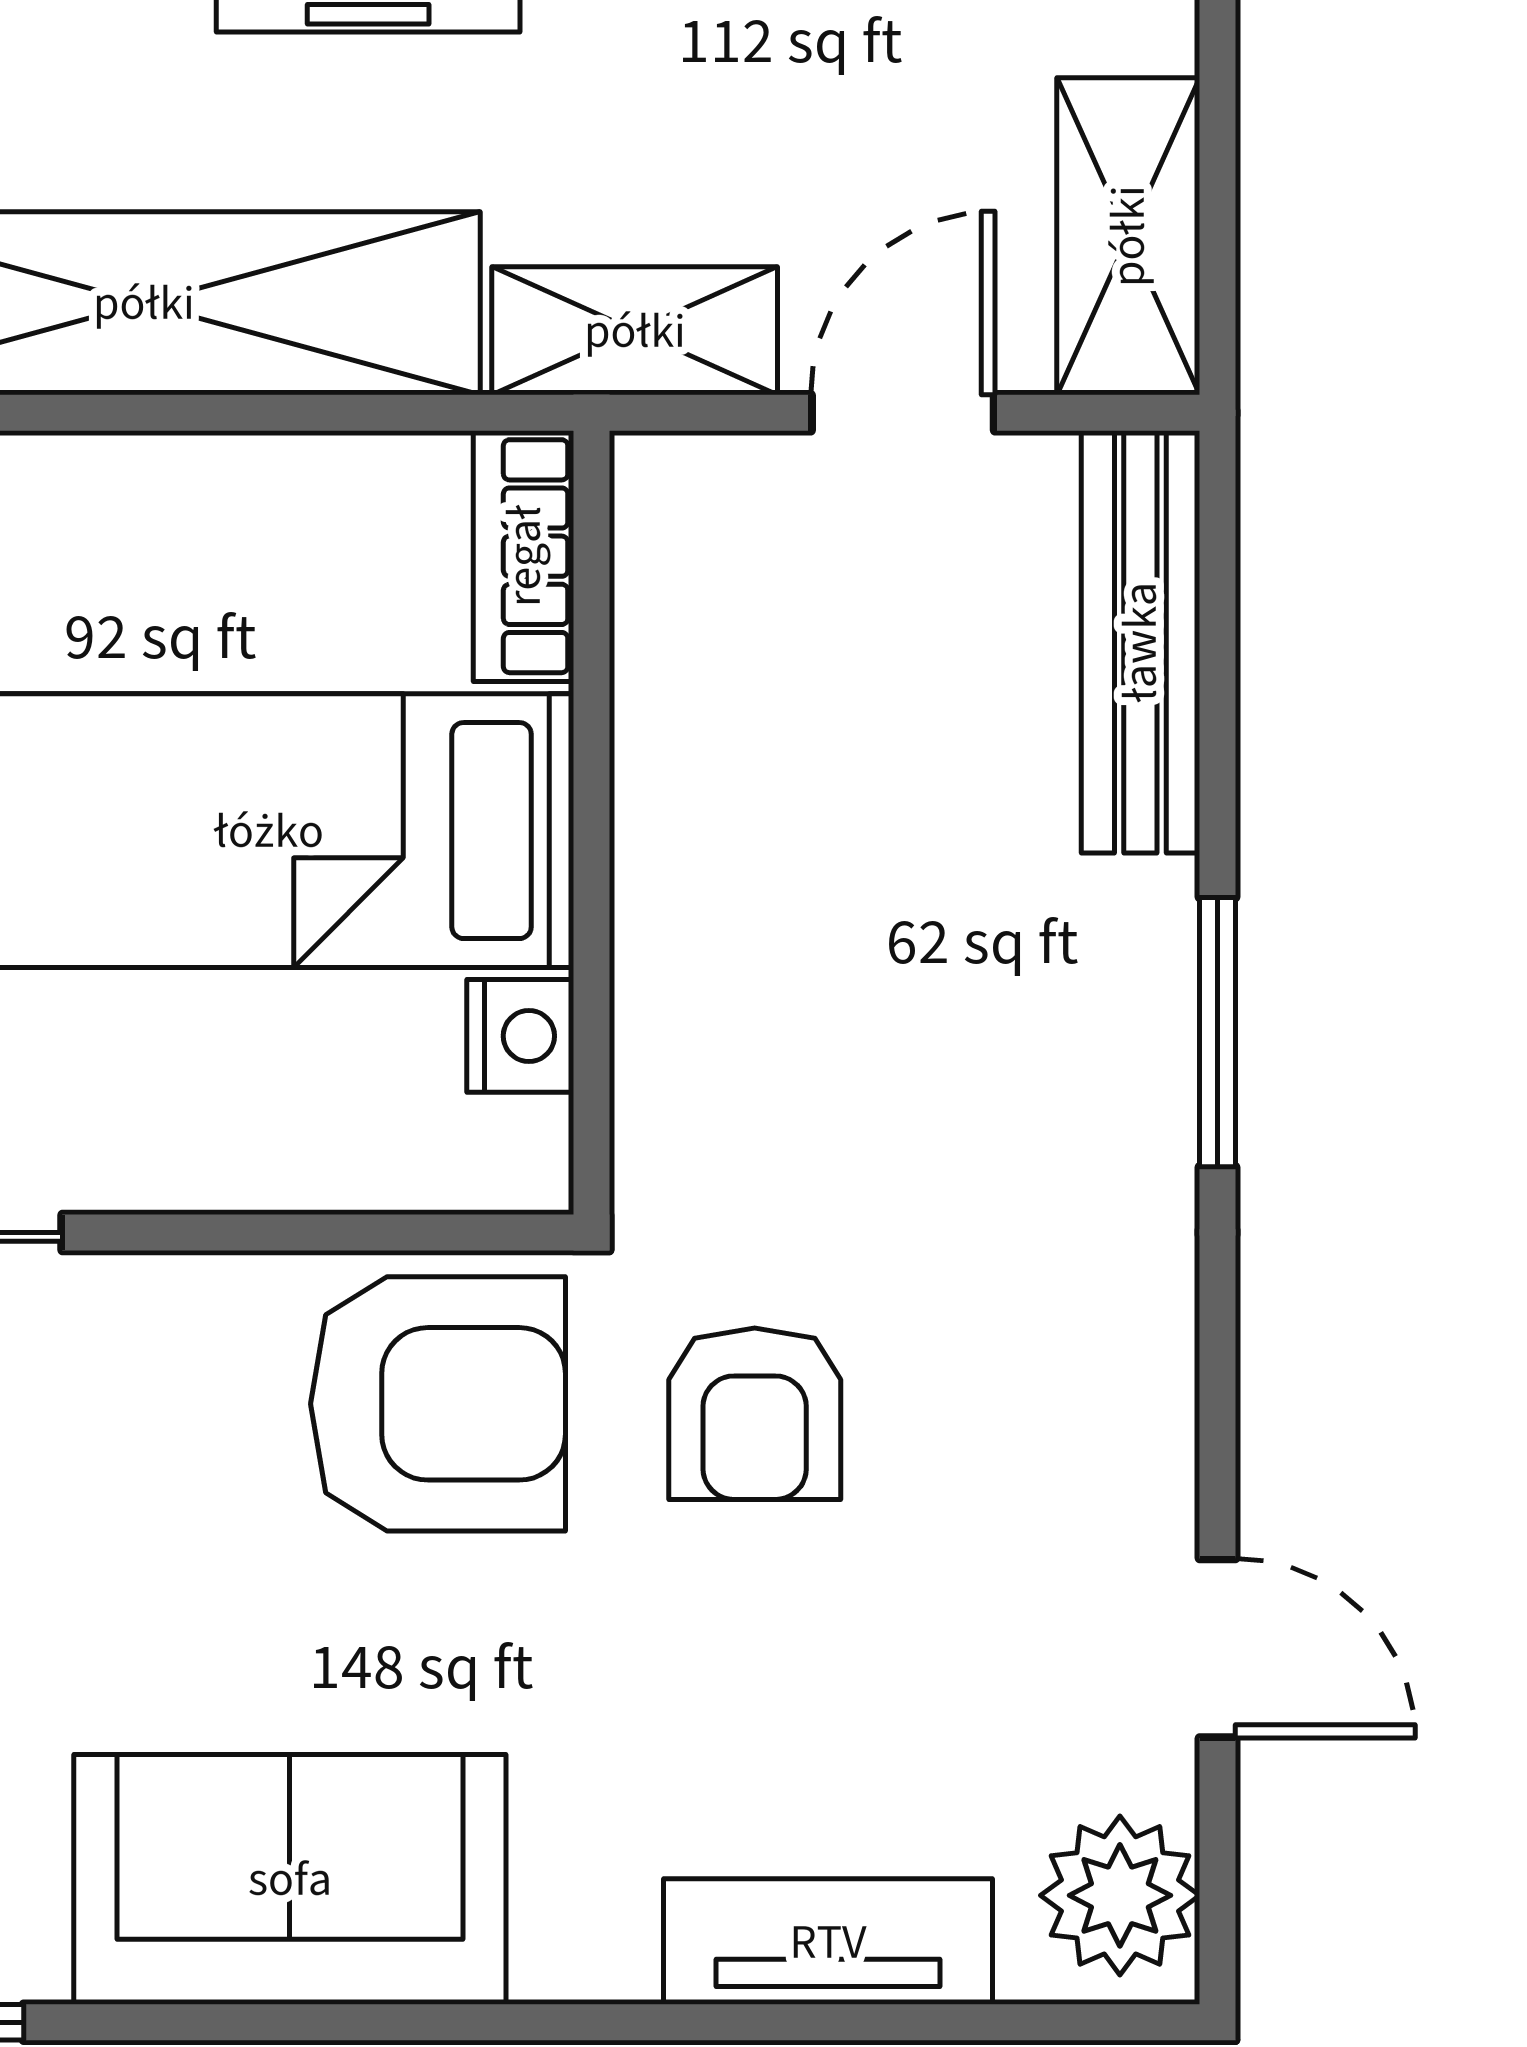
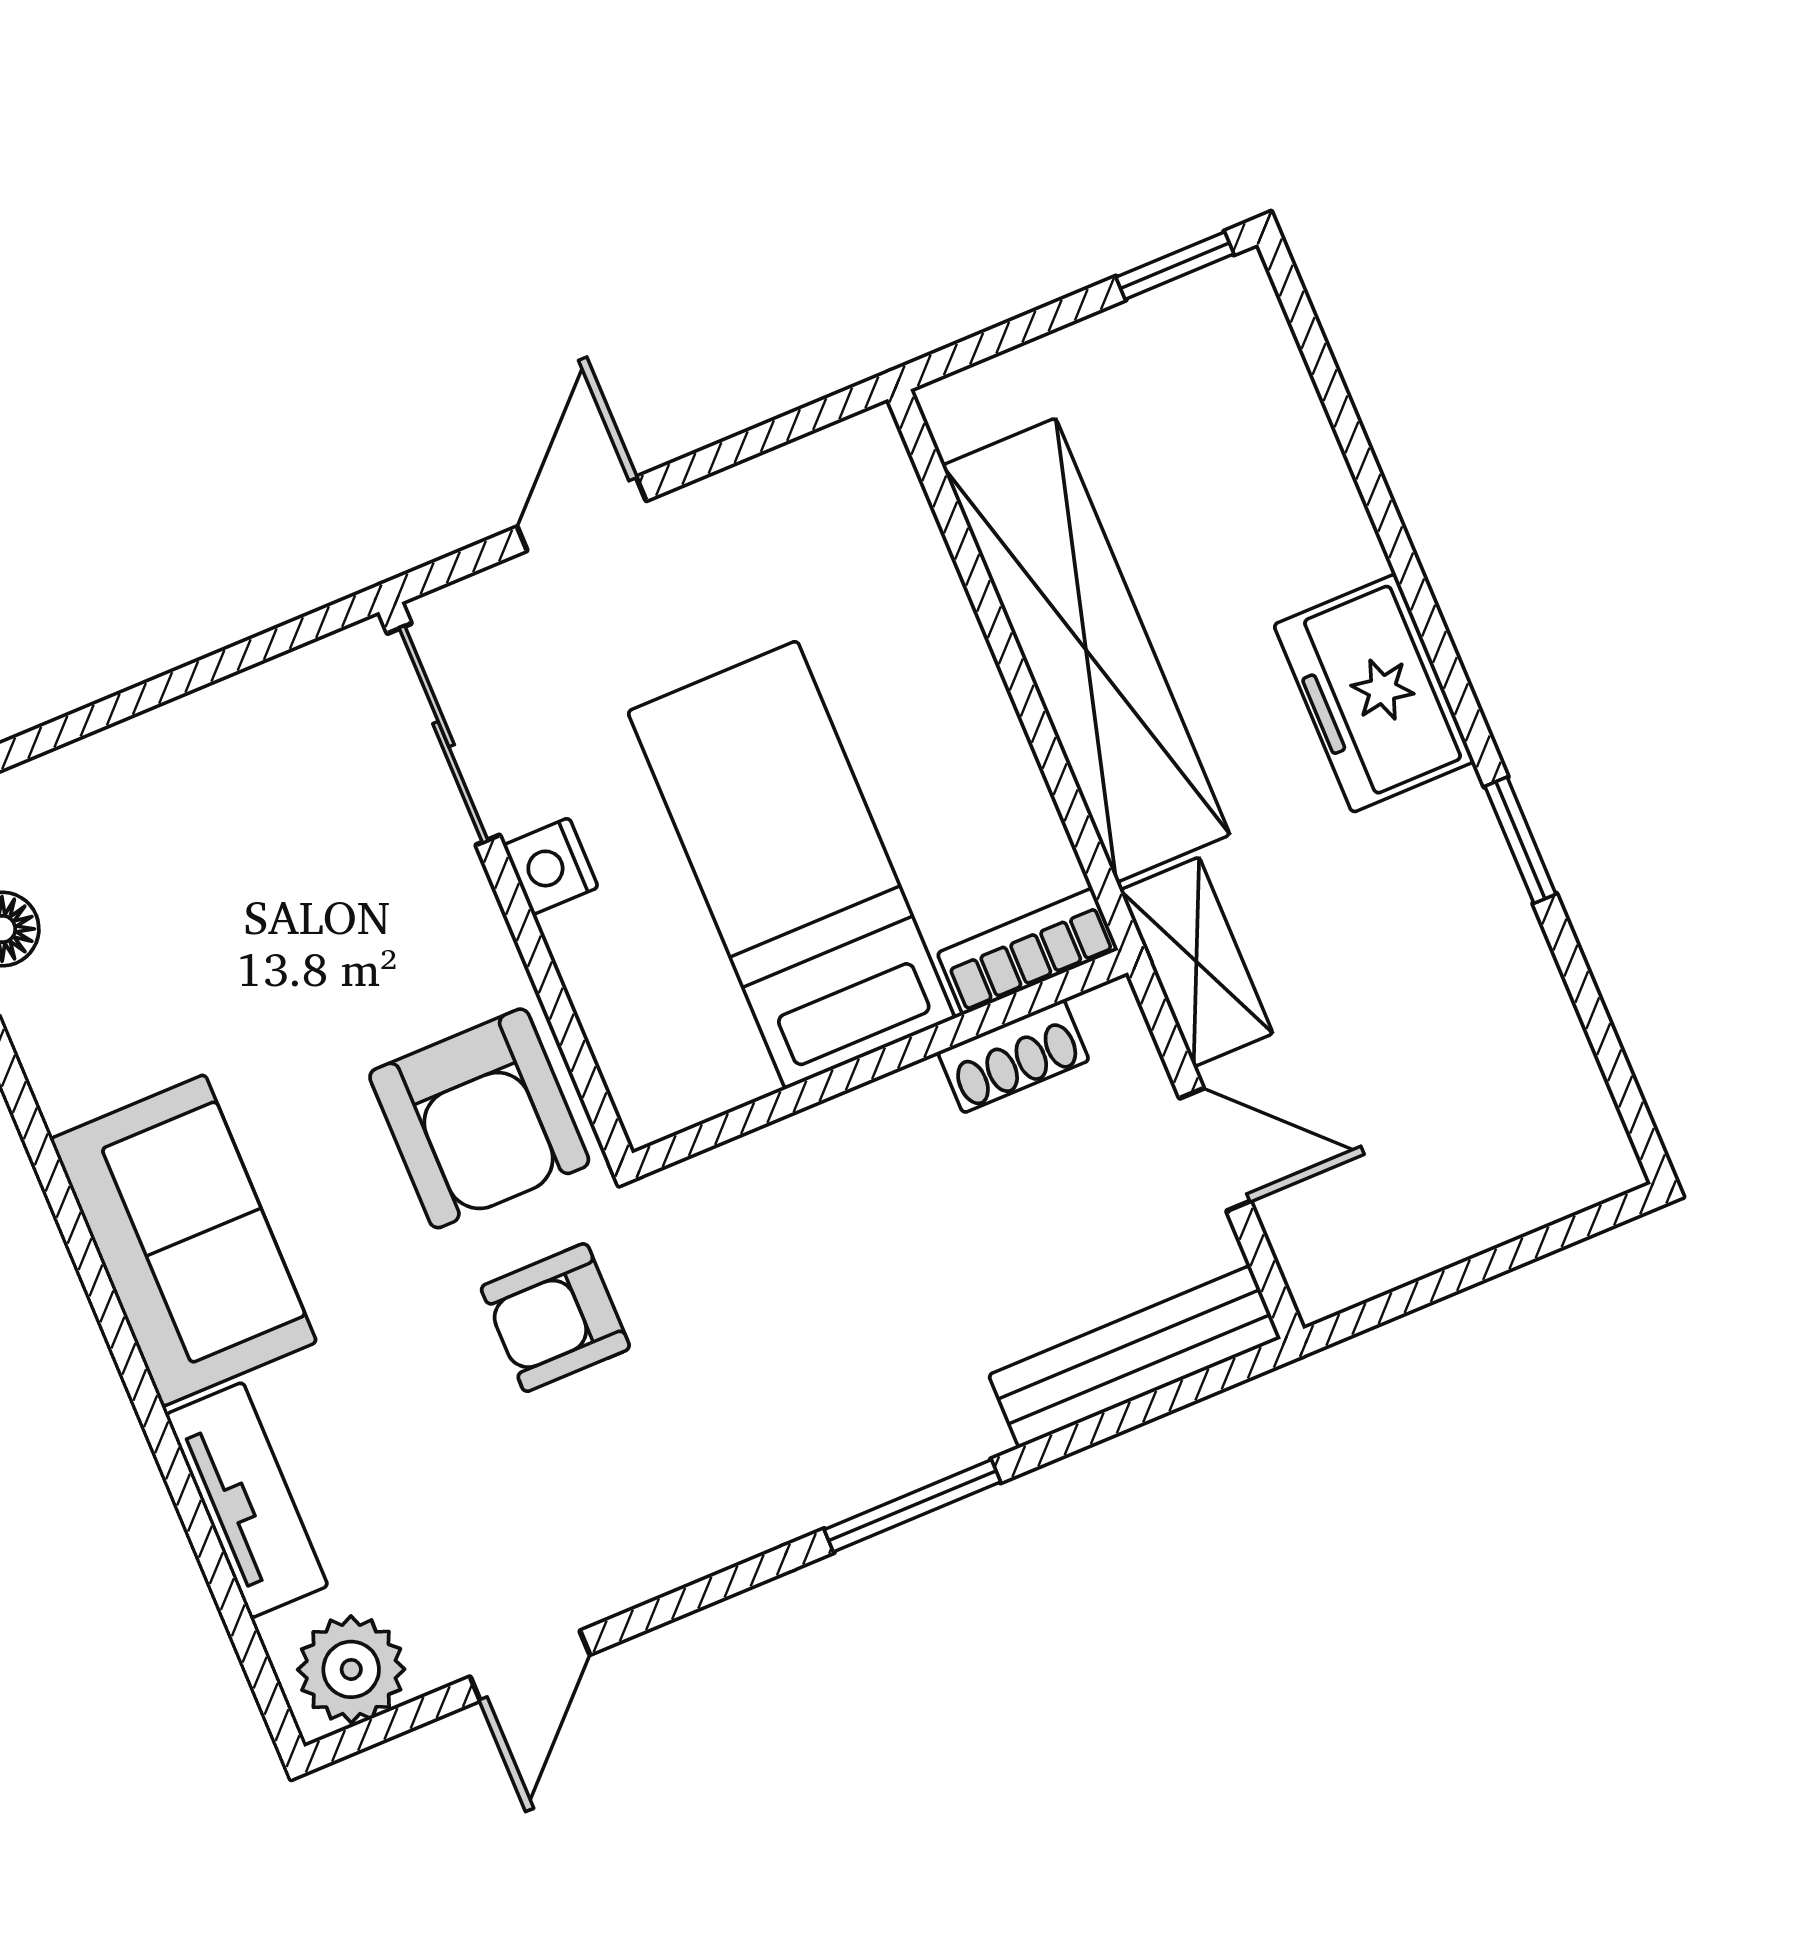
shelving: (1128, 236) -> (1383, 1244), removed
shoe rack: (659, 636) -> (1013, 1056), added
nightstand: (520, 1036) -> (551, 866), moved, turned 90
sofa: (290, 1879) -> (183, 1240), moved

